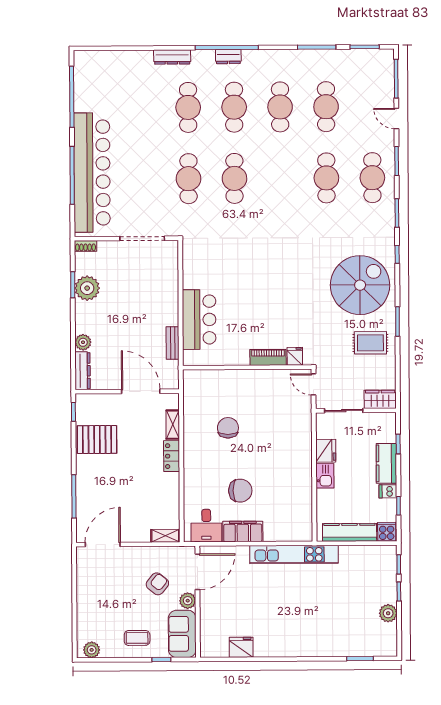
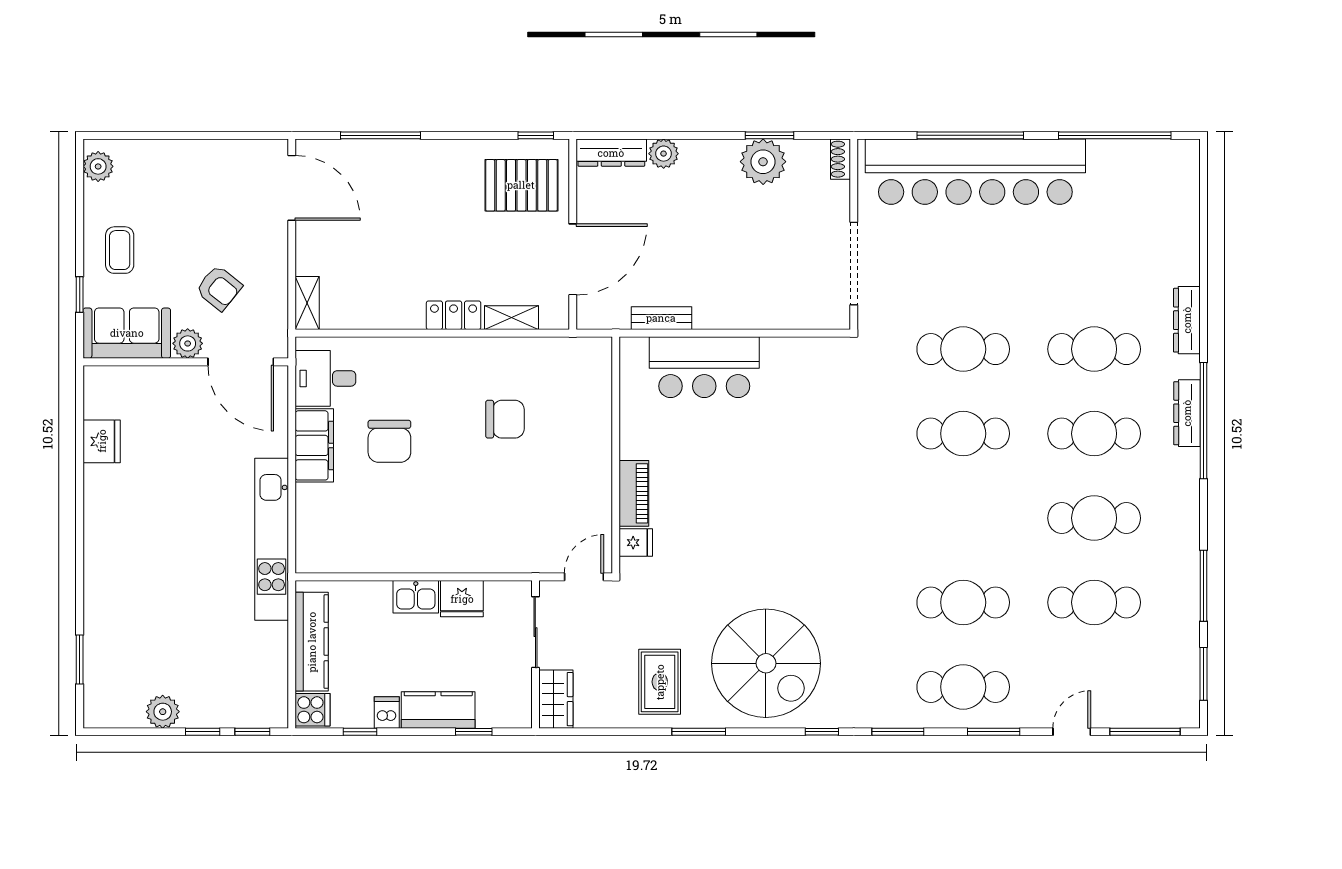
dresser: (228, 57) -> (1187, 413), width x1.44
pallet: (97, 440) -> (521, 185), moved, turned 90

